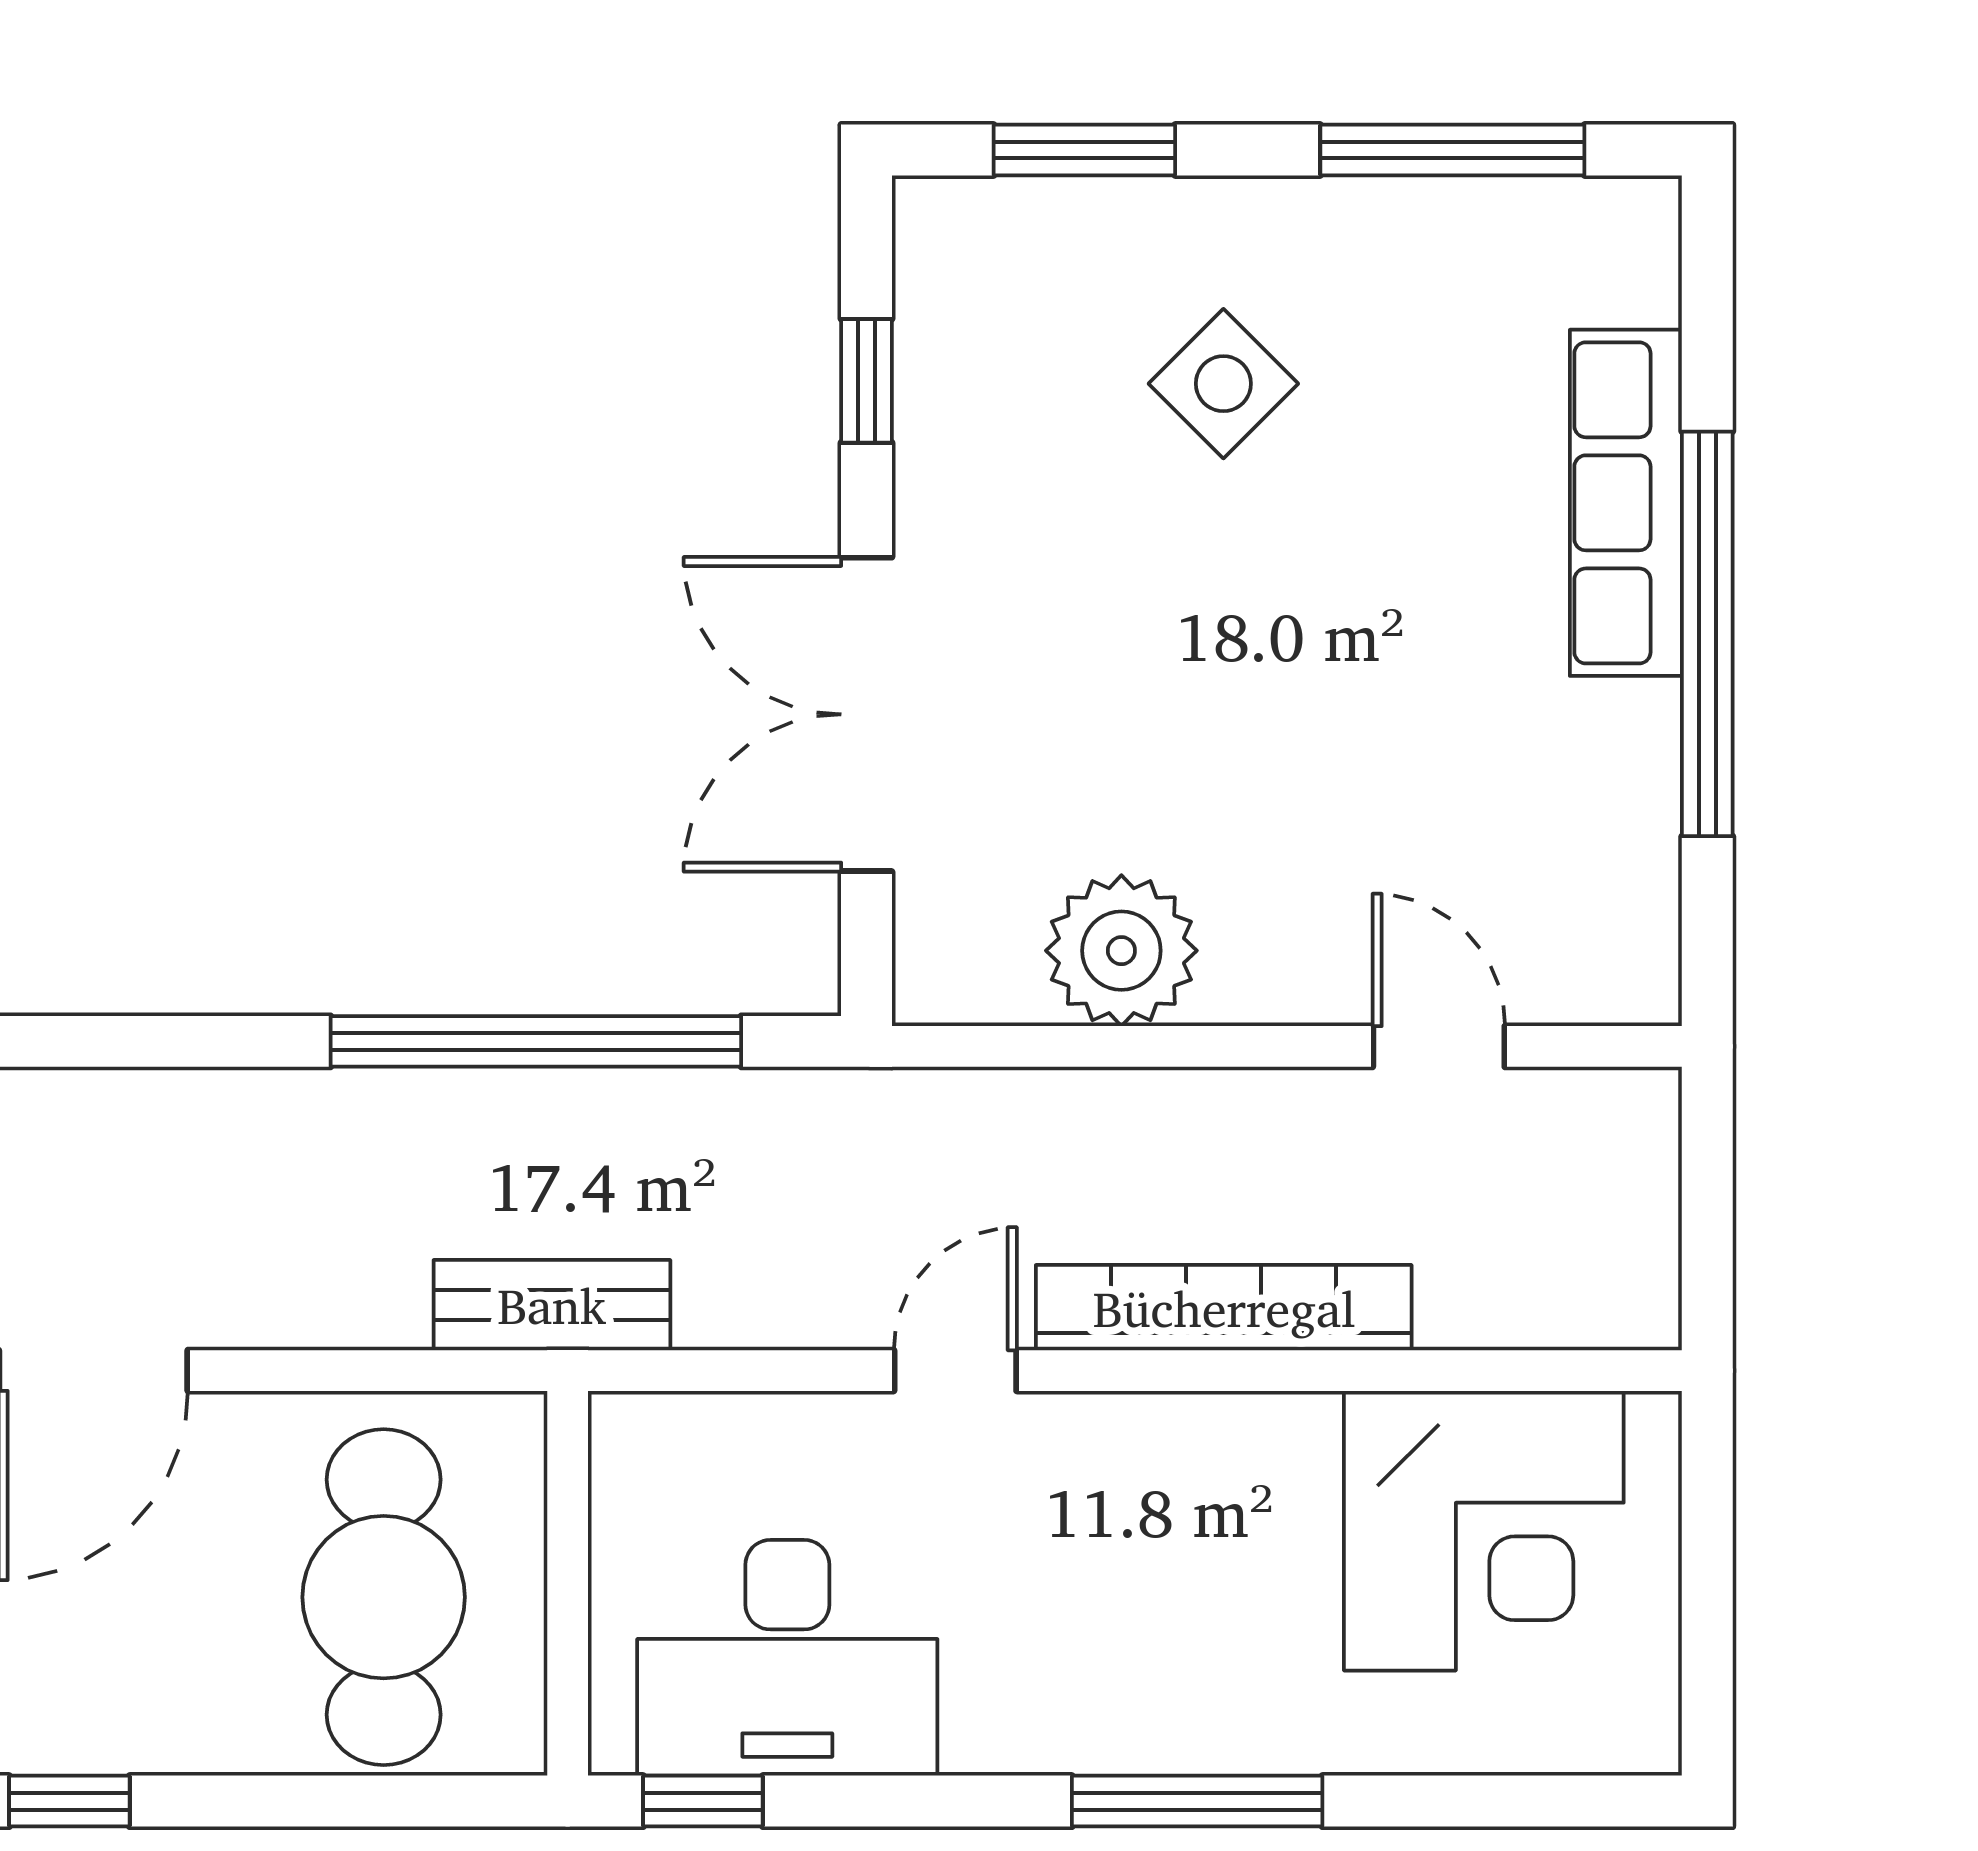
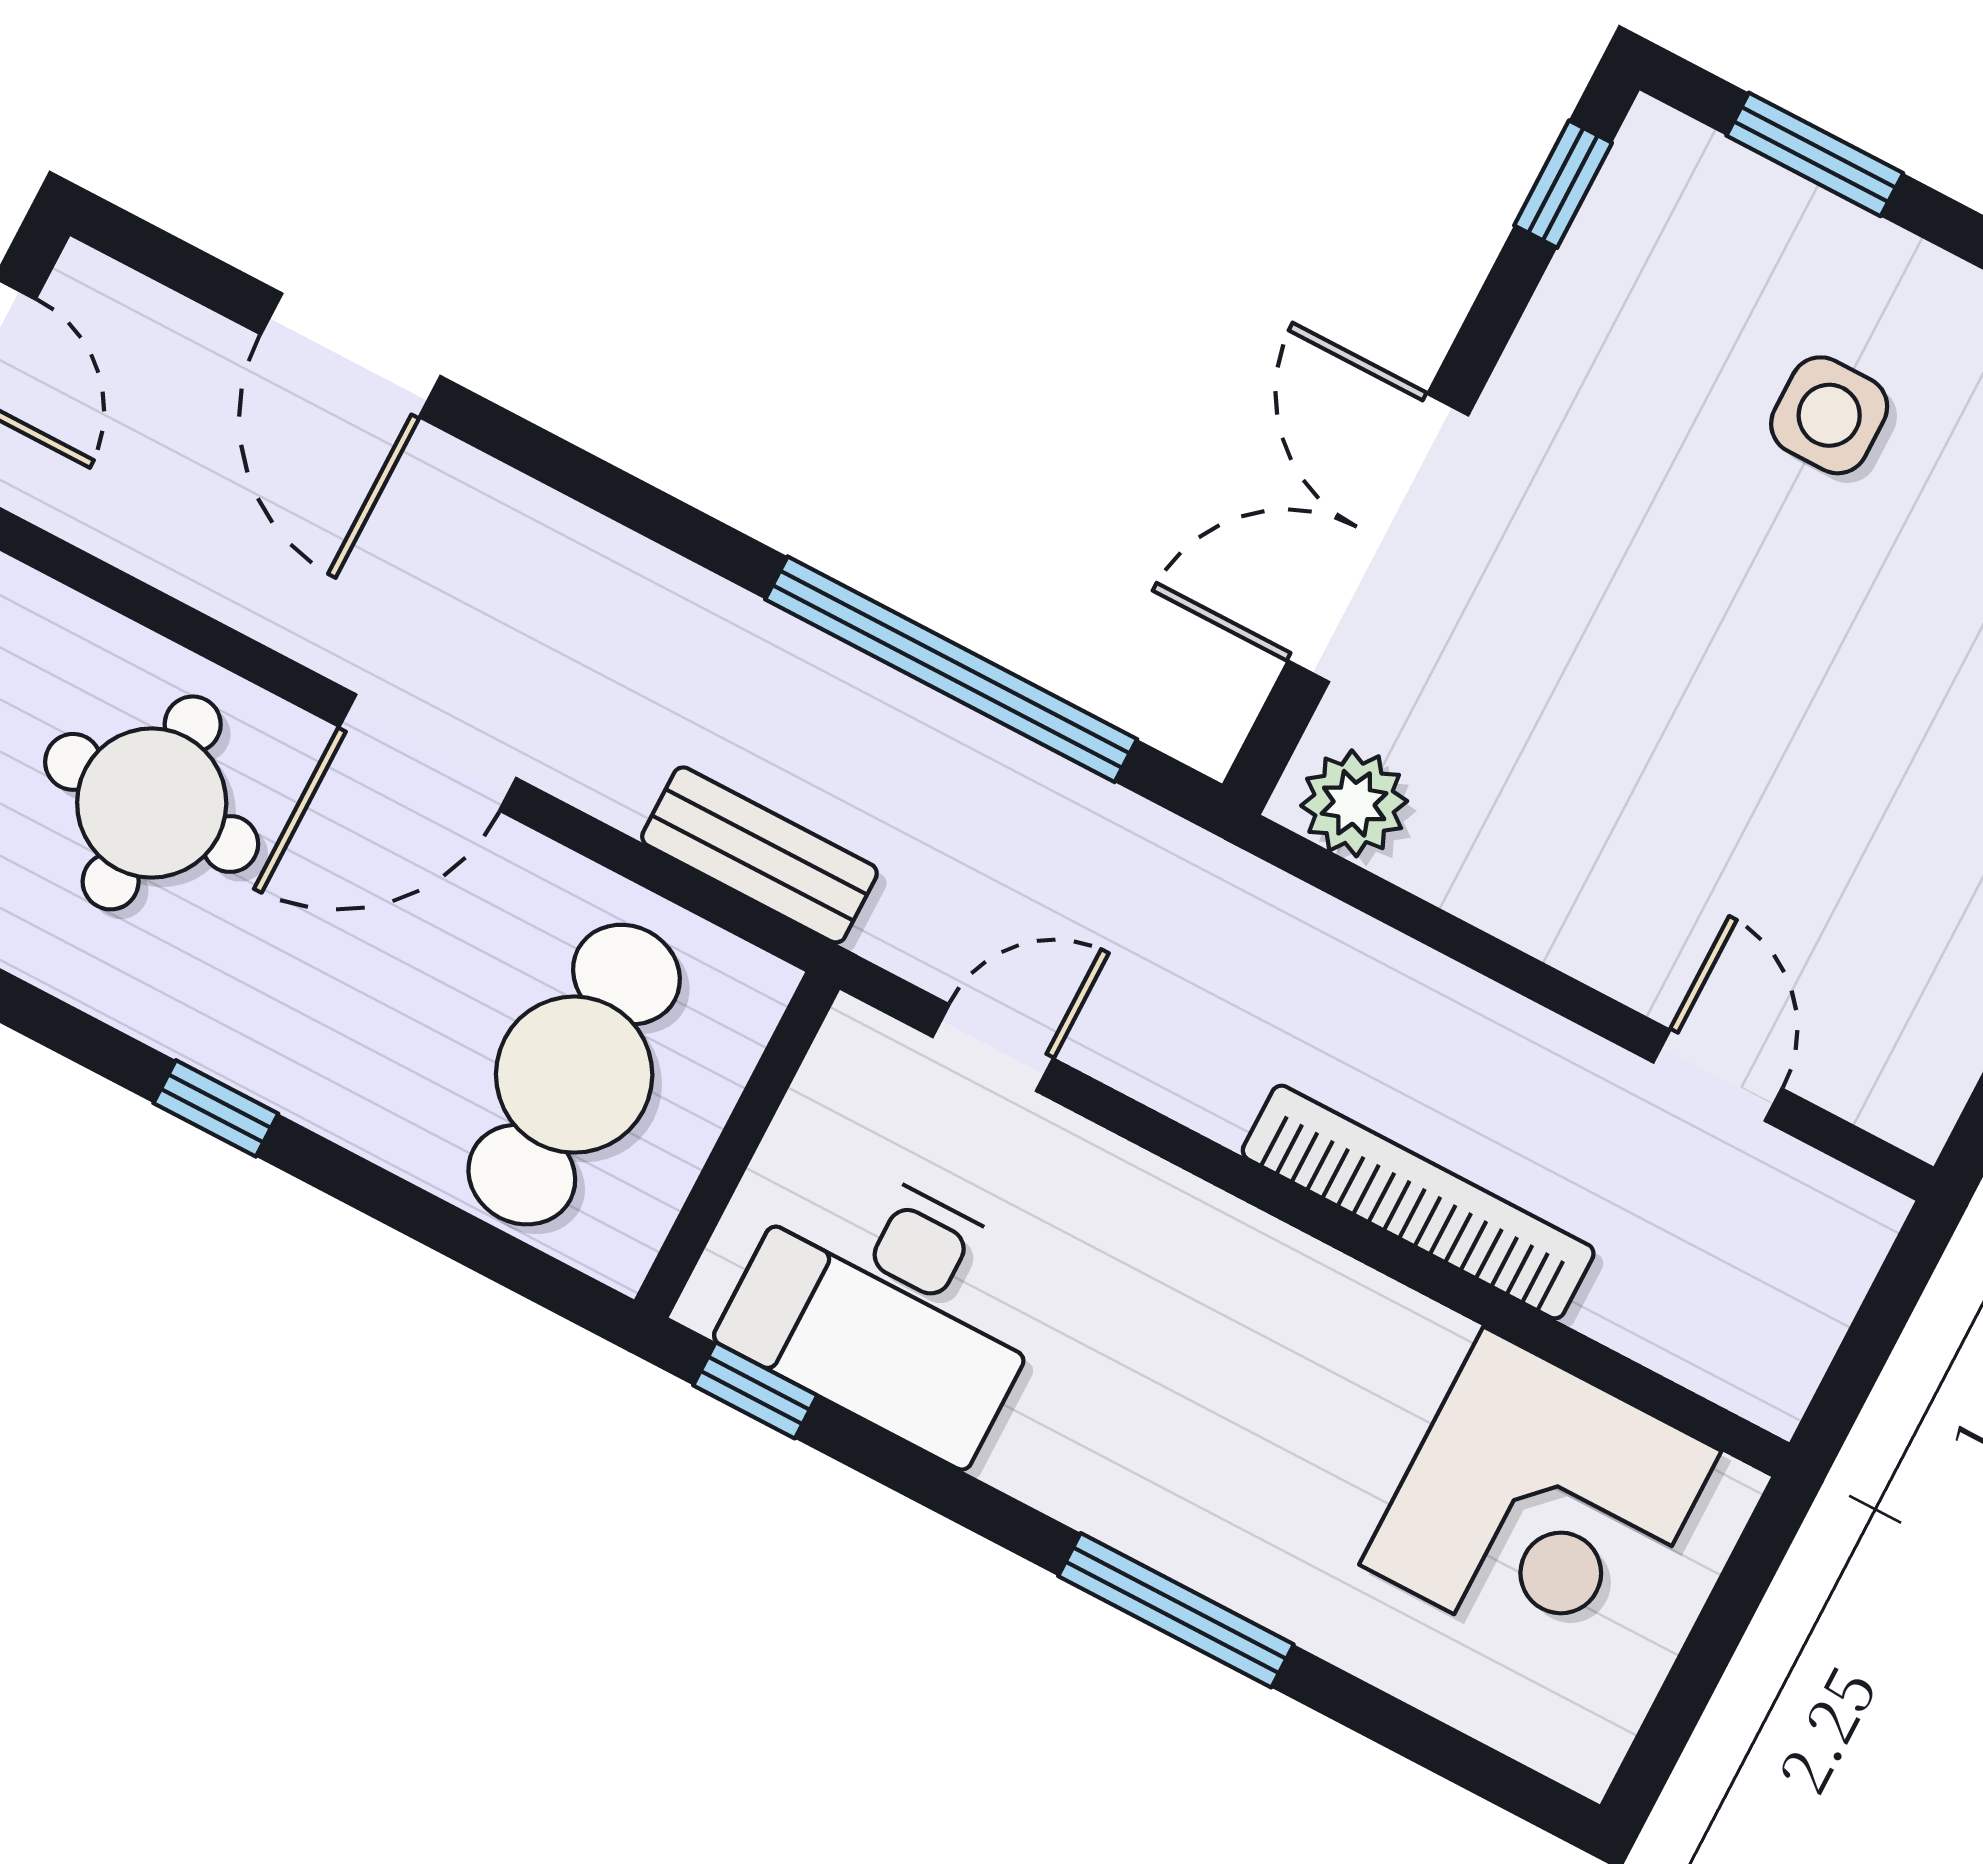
window: (866, 381) -> (1563, 184), moved
side table: (1223, 384) -> (1829, 415), turned 45
plant: (1121, 951) -> (1354, 803), moved, width x0.73, depth x0.73
bench: (552, 1305) -> (759, 855), moved
door: (955, 1371) -> (993, 1048), moved

